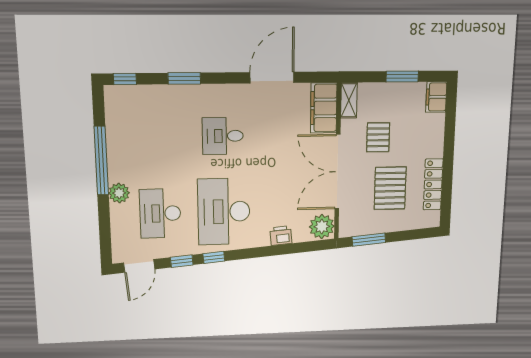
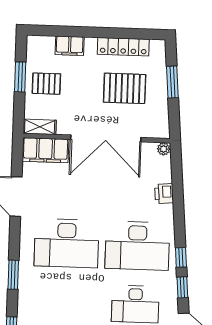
filing cabinet: (436, 97) -> (70, 46), moved
desk: (223, 136) -> (66, 243), width x1.87, depth x1.30
pallet: (378, 137) -> (46, 84), moved
plant: (322, 227) -> (164, 149), width x0.53, depth x0.53
window: (369, 240) -> (172, 82), moved

